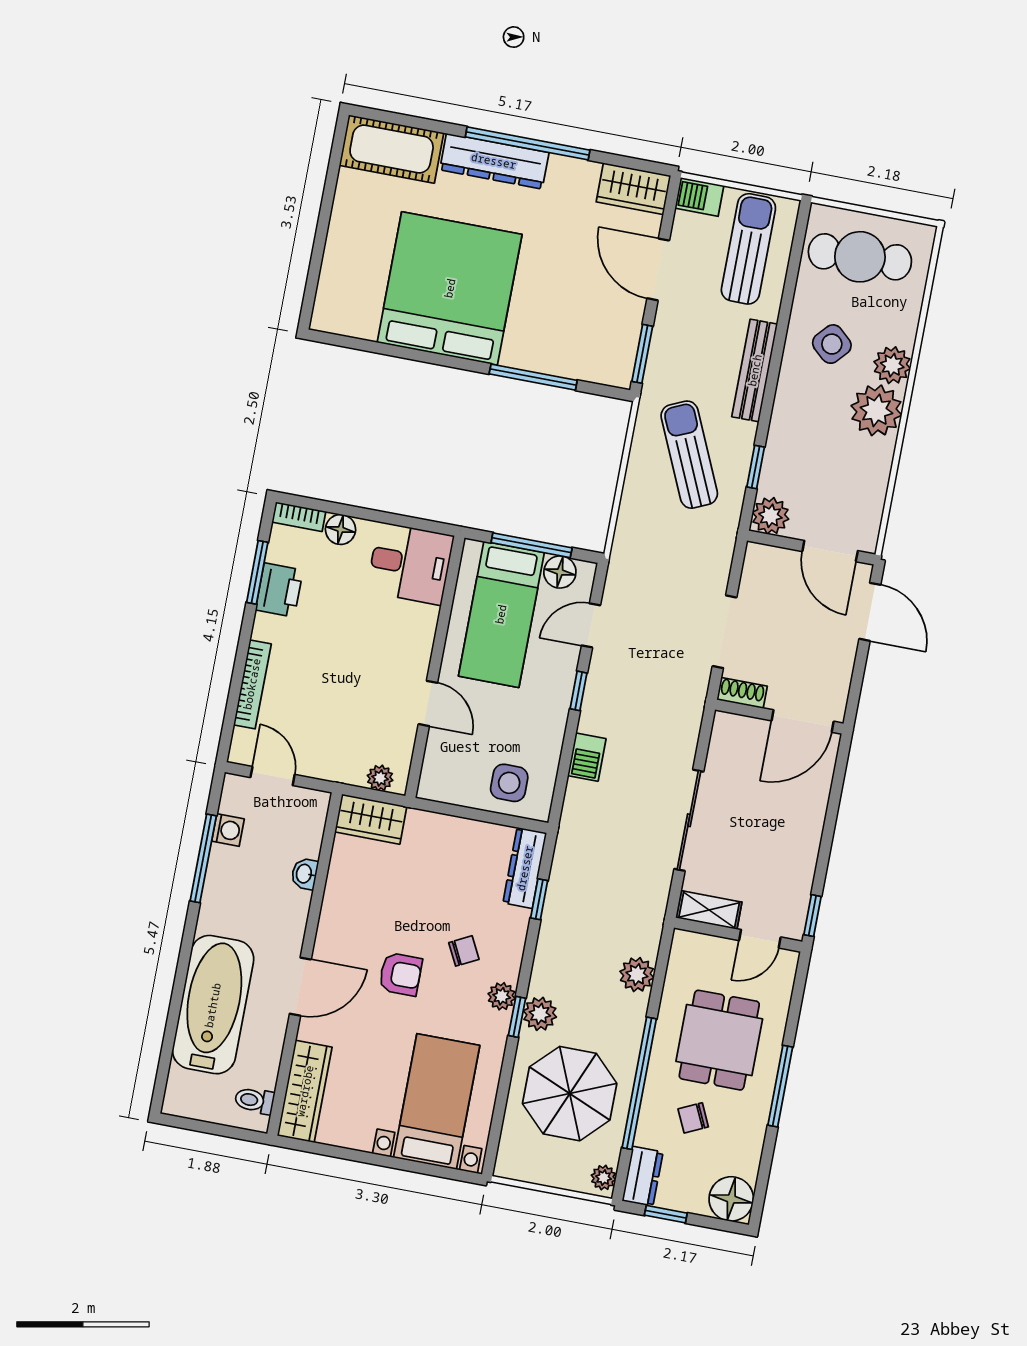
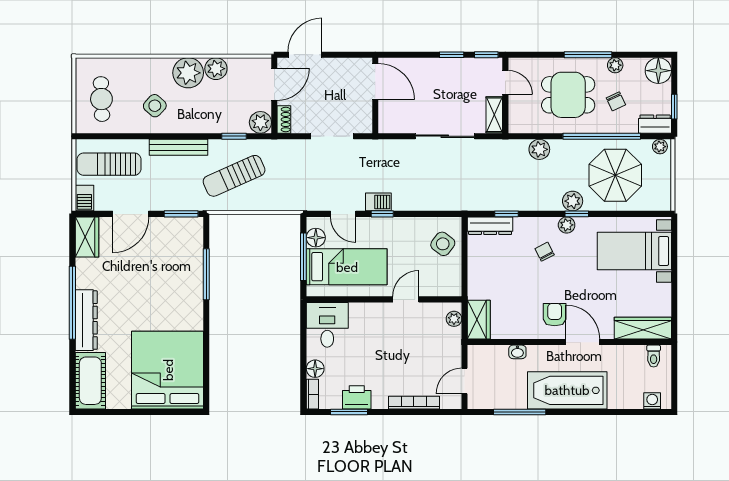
cafe table: (860, 257) -> (101, 99), width x0.73, depth x0.74
bed: (450, 288) -> (168, 370), moved, turned 90
plant: (892, 365) -> (216, 69), moved
shoe rack: (742, 693) -> (284, 120), moved, turned 180
barbecue: (587, 757) -> (378, 202), moved
side table: (509, 783) -> (443, 244), turned 37
washing machine: (228, 830) -> (652, 401), moved
window: (823, 858) -> (452, 55), added
armchair: (400, 974) -> (555, 315), moved
bathtub: (213, 1005) -> (567, 390), moved
plant: (754, 1128) -> (615, 65), added

